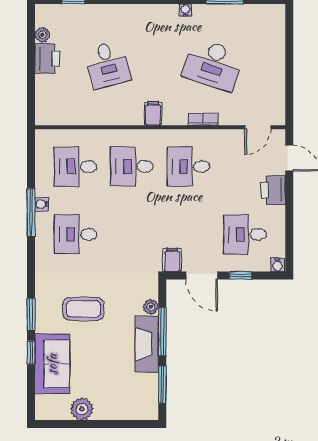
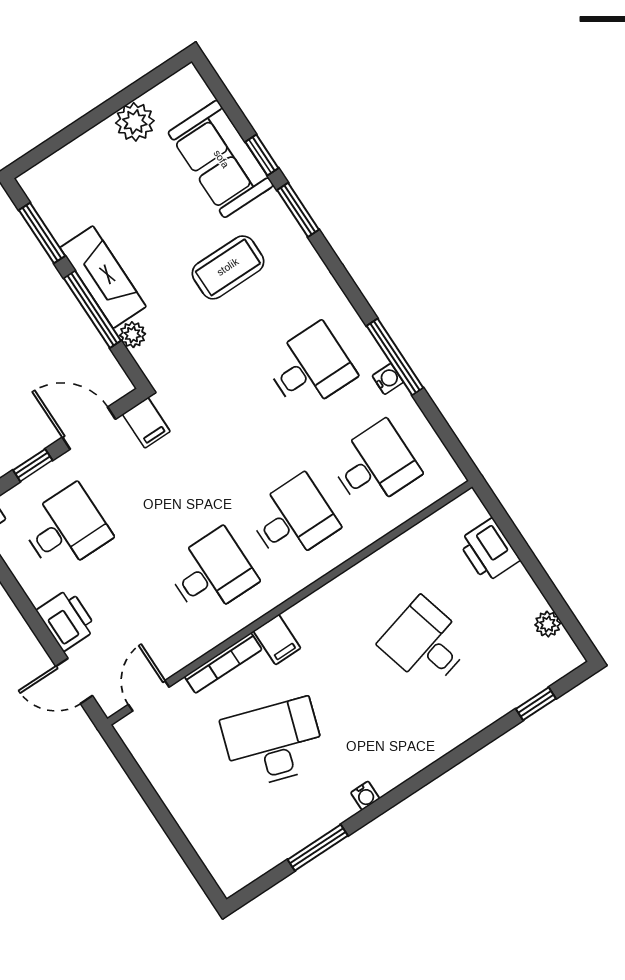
printer: (47, 59) -> (489, 550), moved
filing cabinet: (153, 113) -> (277, 640), moved
bookcase: (203, 119) -> (223, 663), width x1.56

